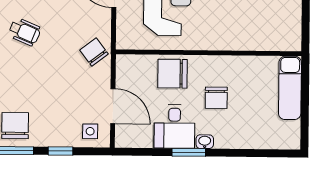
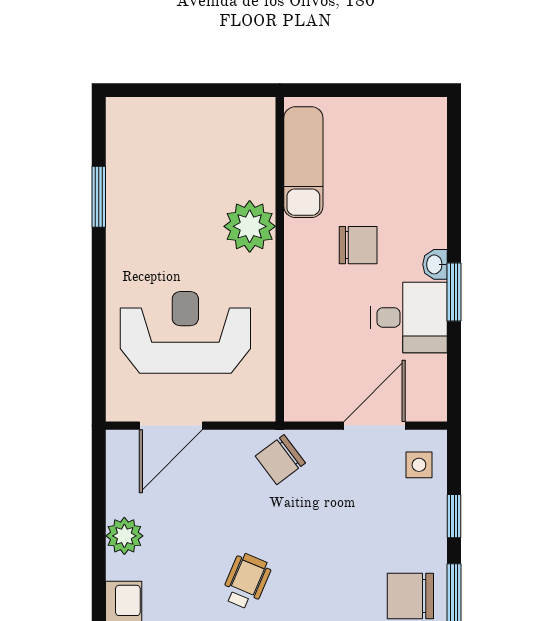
plant: (228, 36) -> (250, 226), added
chair: (172, 74) -> (317, 322), removed
exam couch: (290, 88) -> (303, 162), moved, turned -90

